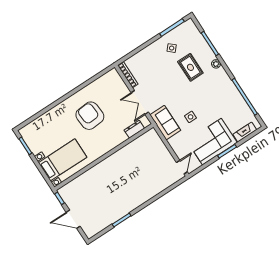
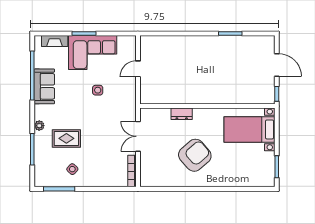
rug: (190, 67) -> (66, 138), turned 90
double door: (140, 102) -> (138, 136), swing flipped
armchair: (90, 116) -> (195, 155), turned -127
sofa: (165, 123) -> (44, 86), moved, turned 180
dresser: (134, 129) -> (182, 114), moved
door: (182, 167) -> (138, 69), moved

